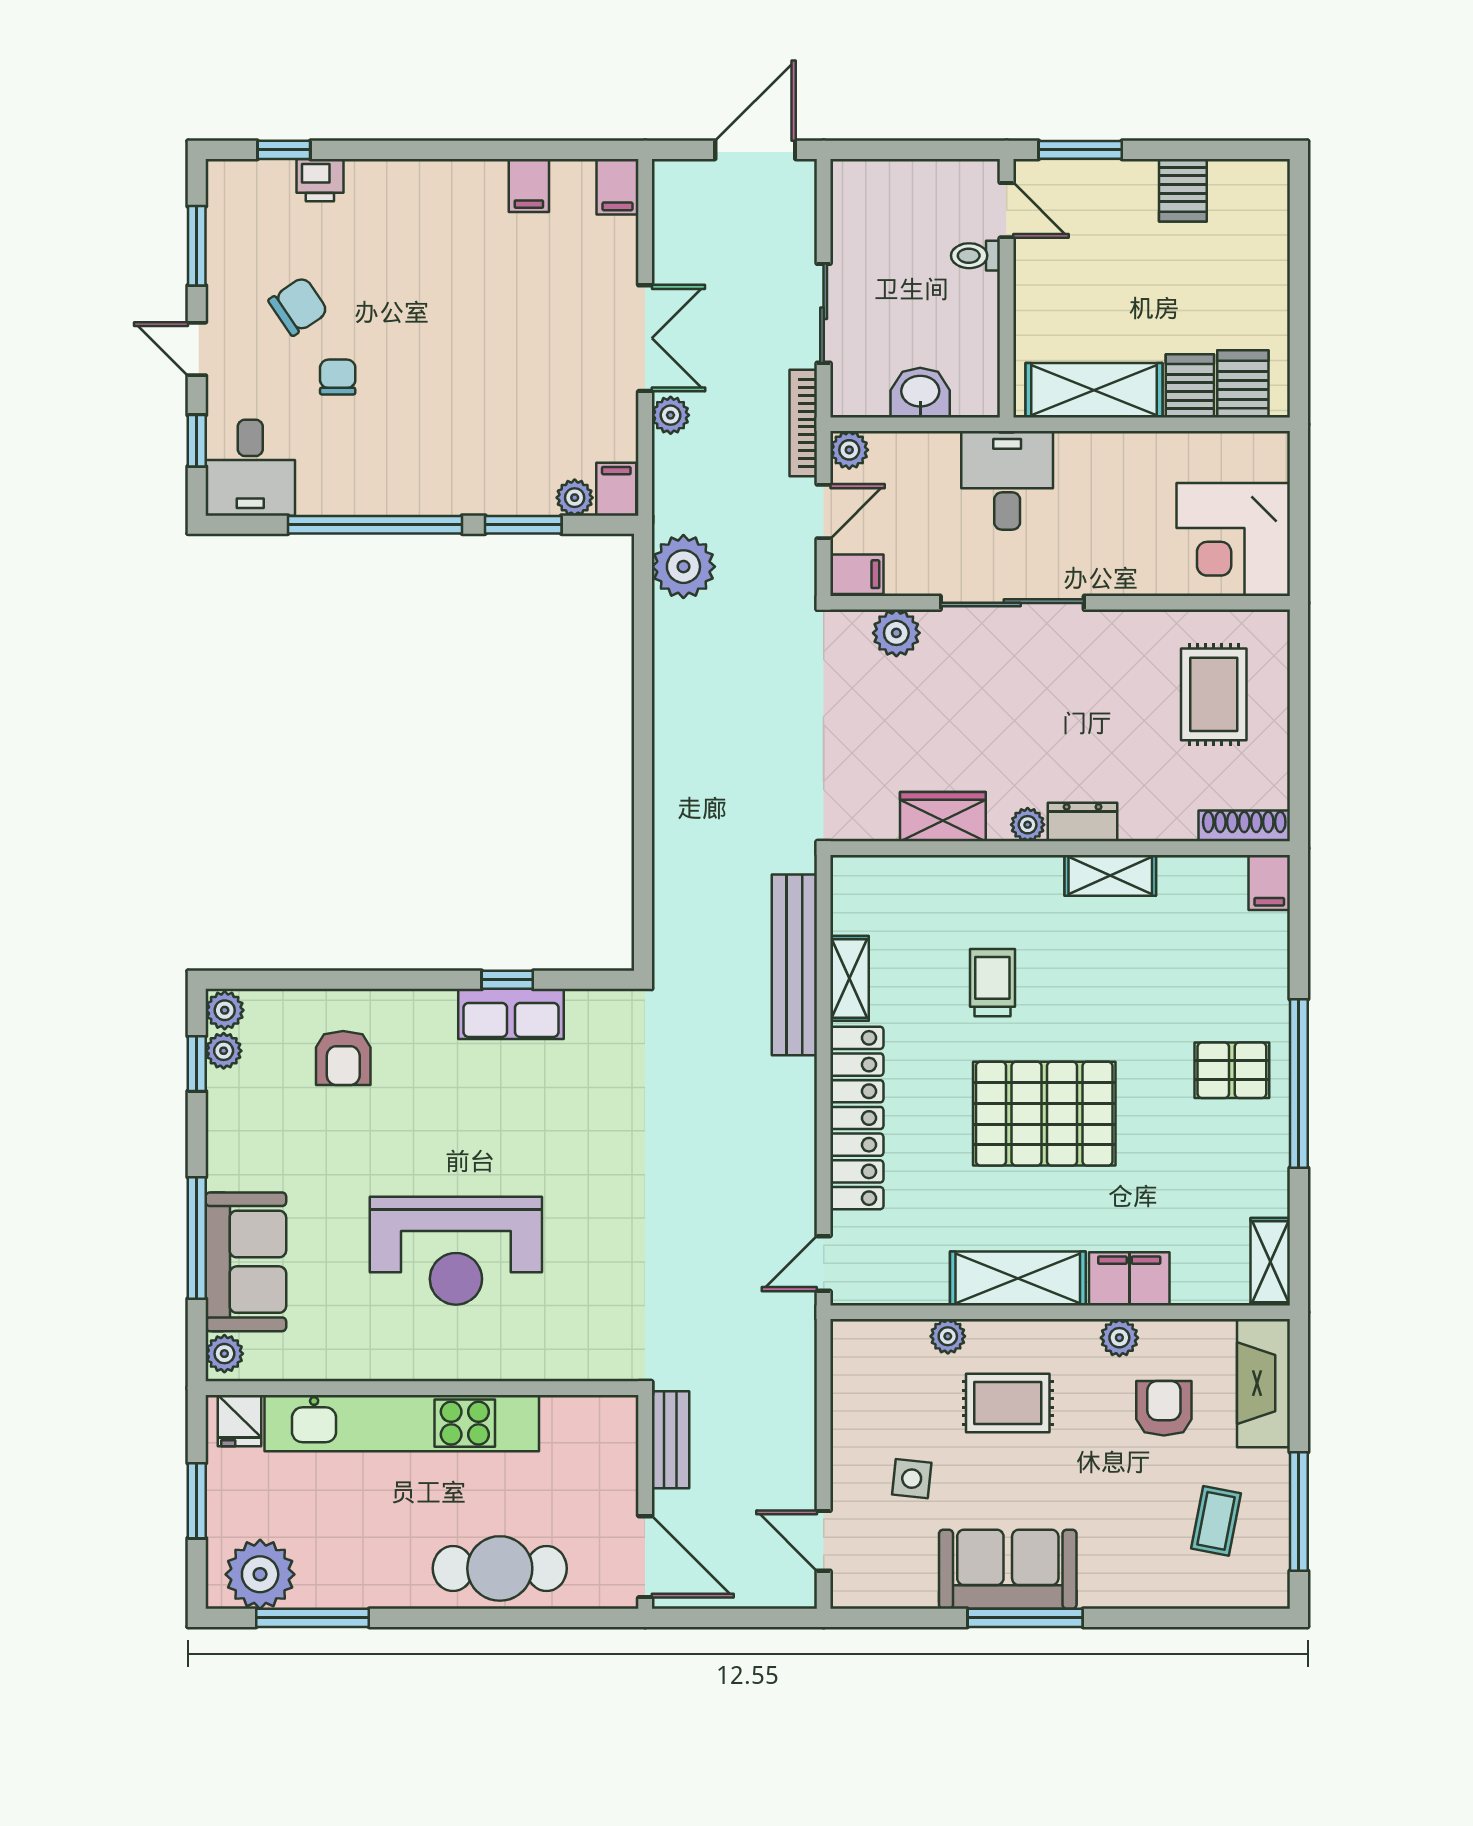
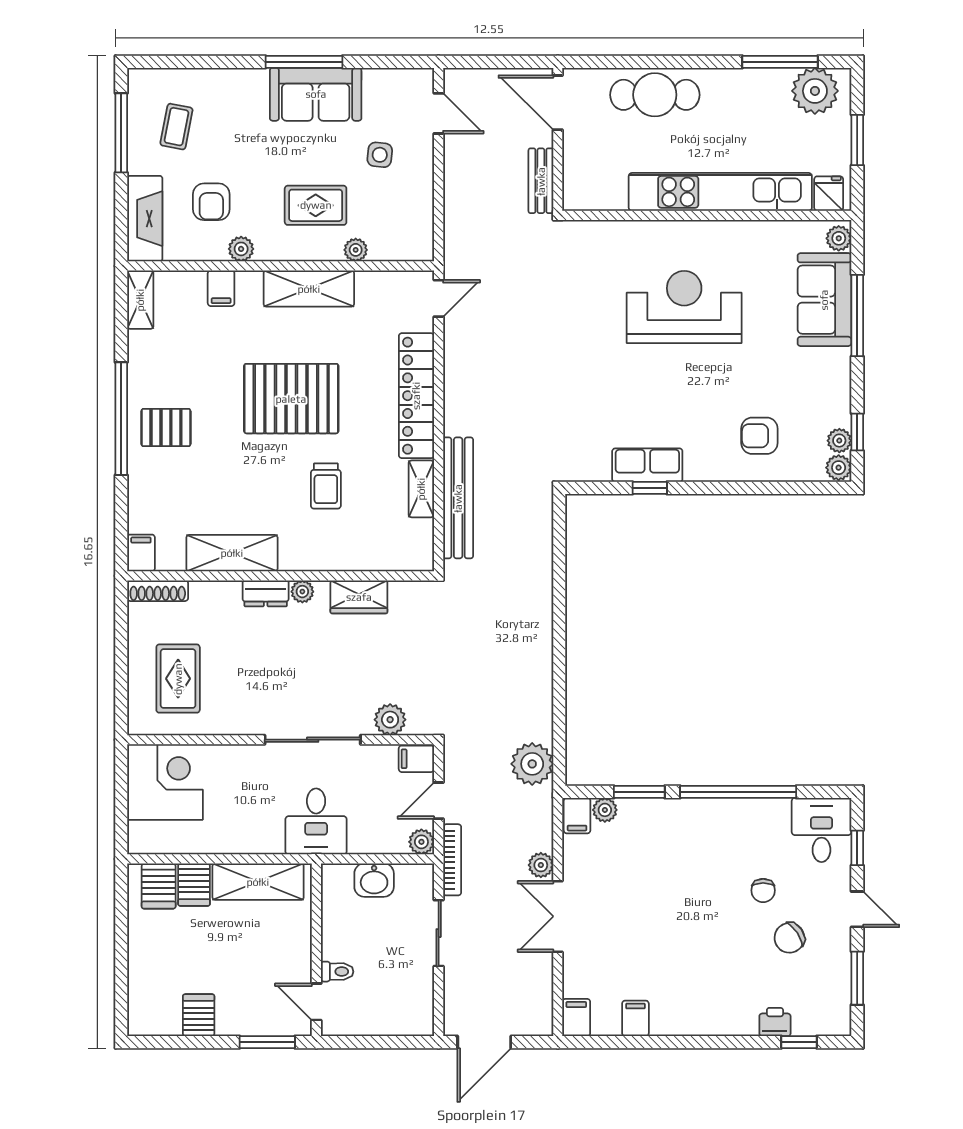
shelving: (1110, 875) -> (232, 553), width x1.50, depth x1.33
armchair: (343, 1058) -> (759, 436), turned -90
filing cabinet: (1129, 1279) -> (221, 288), width x0.50

